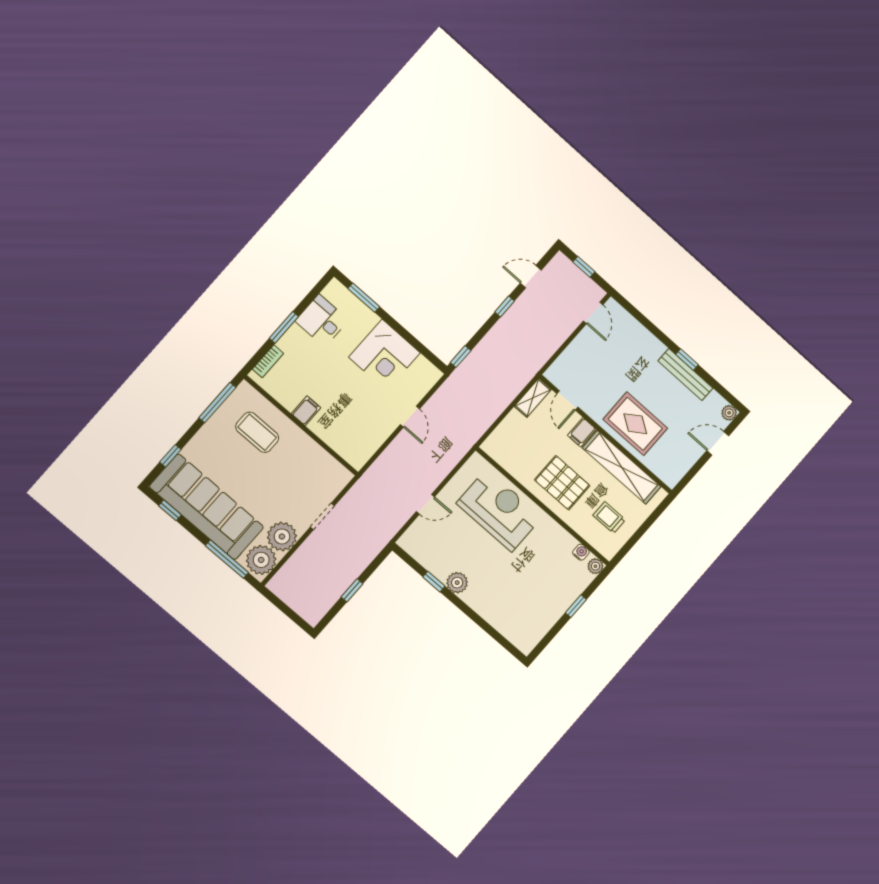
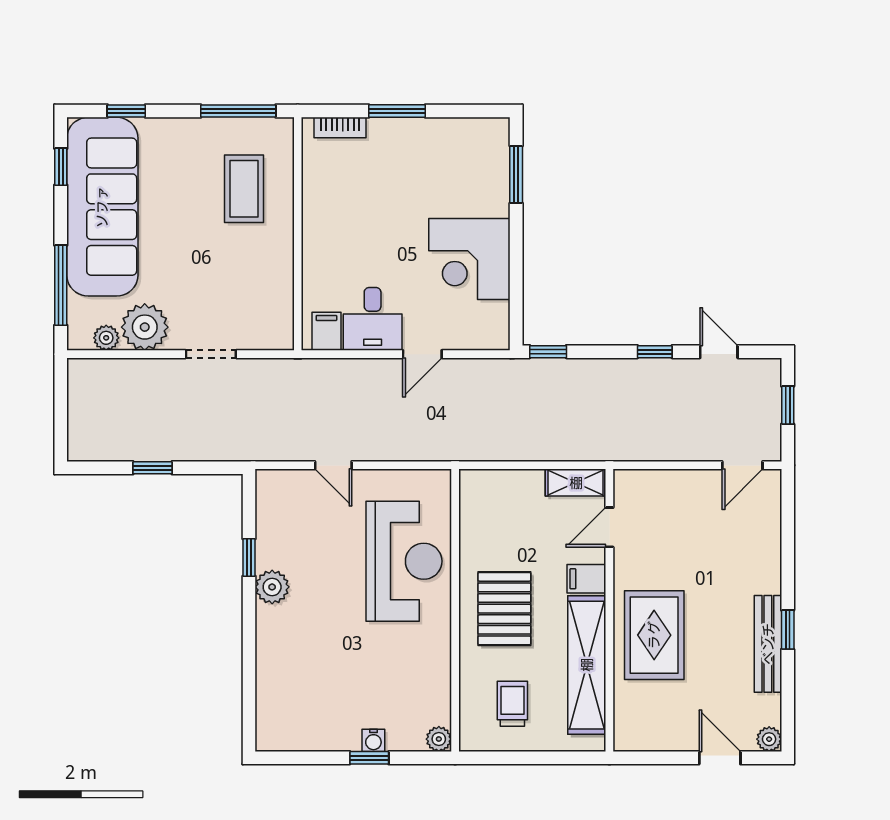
desk: (322, 321) -> (373, 319), moved, turned 180
filing cabinet: (306, 411) -> (326, 331), moved, turned -90
water cooler: (581, 552) -> (373, 740), moved, turned 90
plant: (261, 560) -> (106, 338), width x0.53, depth x0.53

